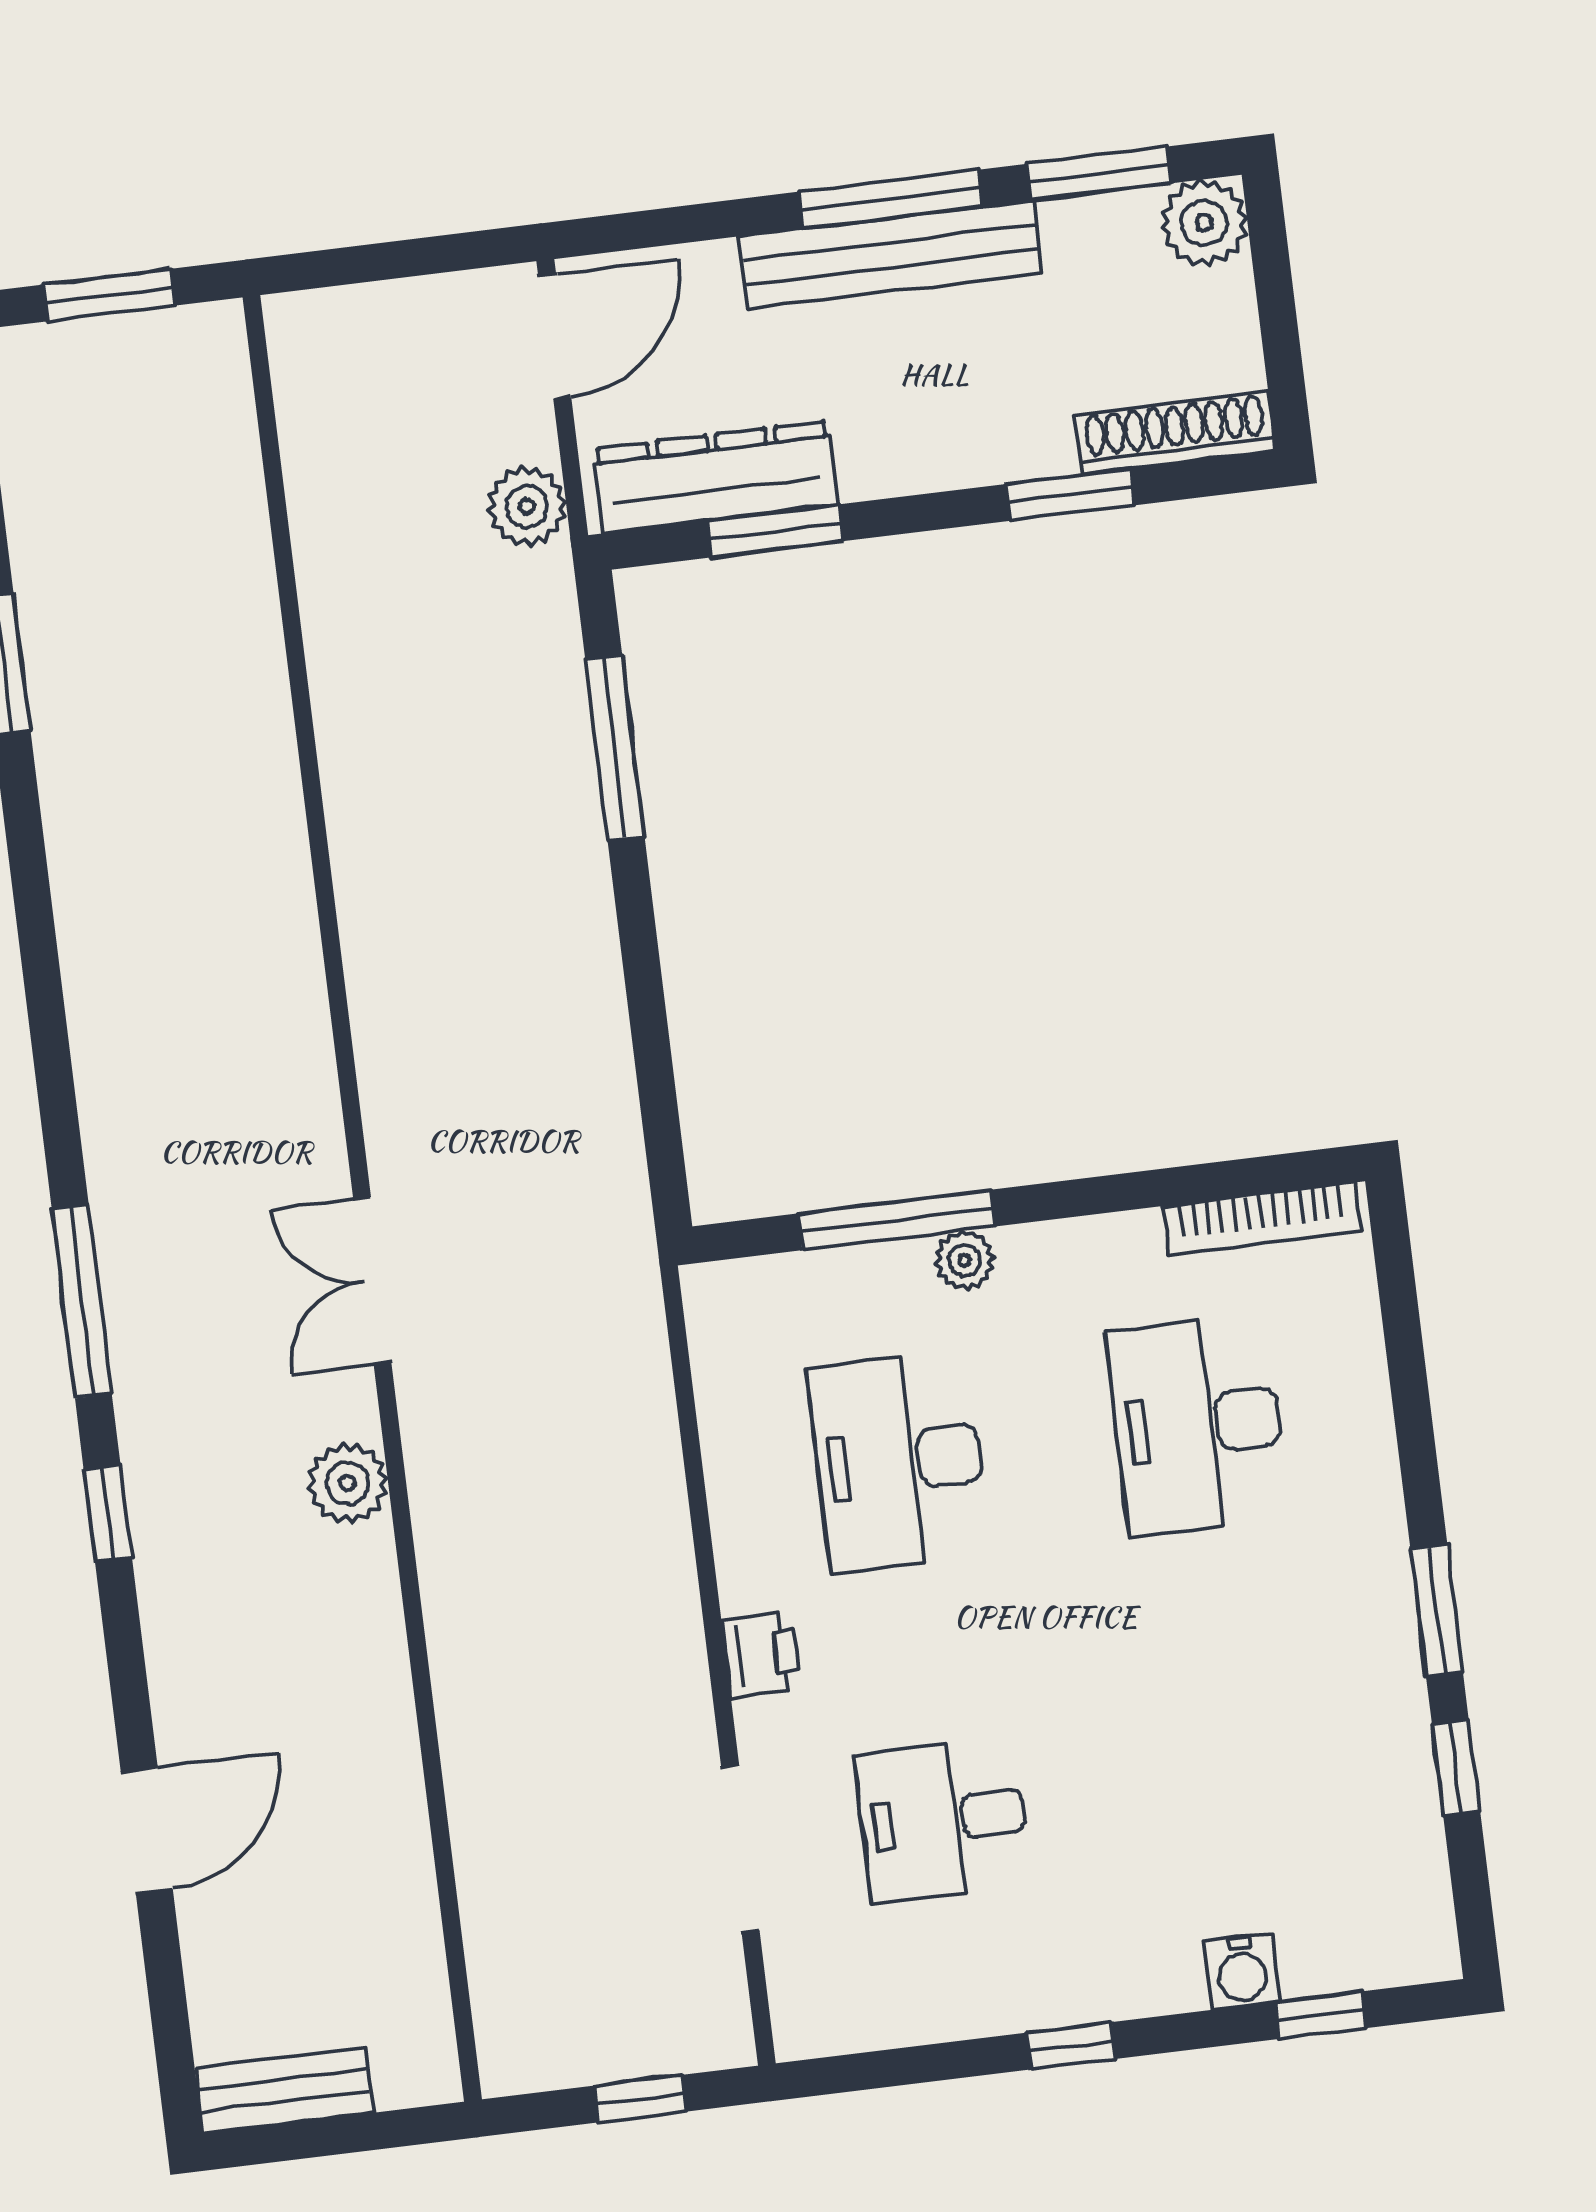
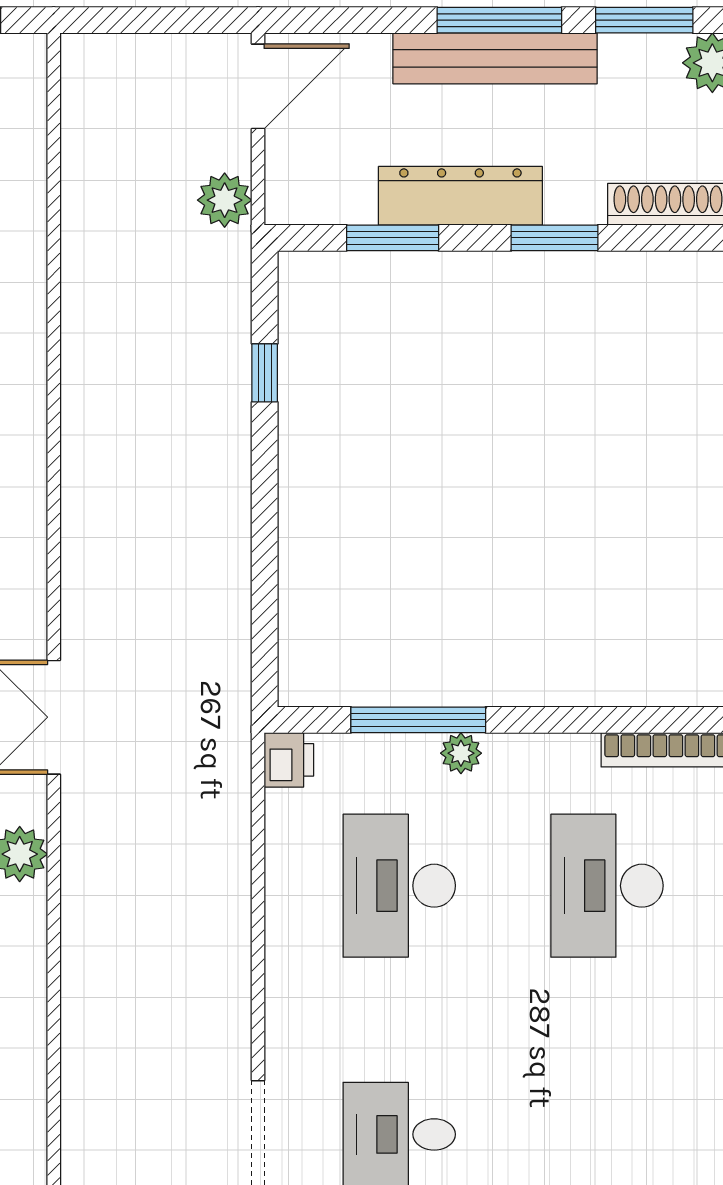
dresser: (716, 477) -> (460, 196), moved
window: (1070, 495) -> (554, 238), moved
window: (615, 748) -> (265, 373), width x0.46
printer: (762, 1654) -> (289, 760), moved

